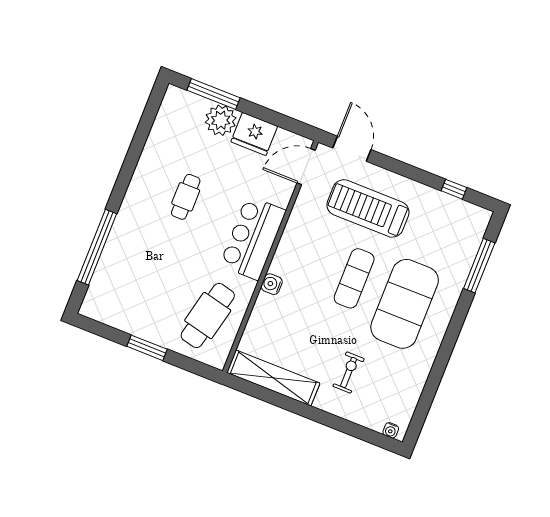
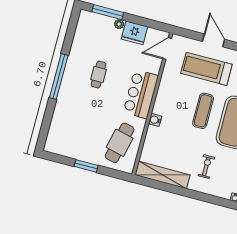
plant: (221, 120) -> (119, 24), width x0.53, depth x0.53
door: (352, 149) -> (214, 40), moved
window: (97, 247) -> (59, 76), moved

